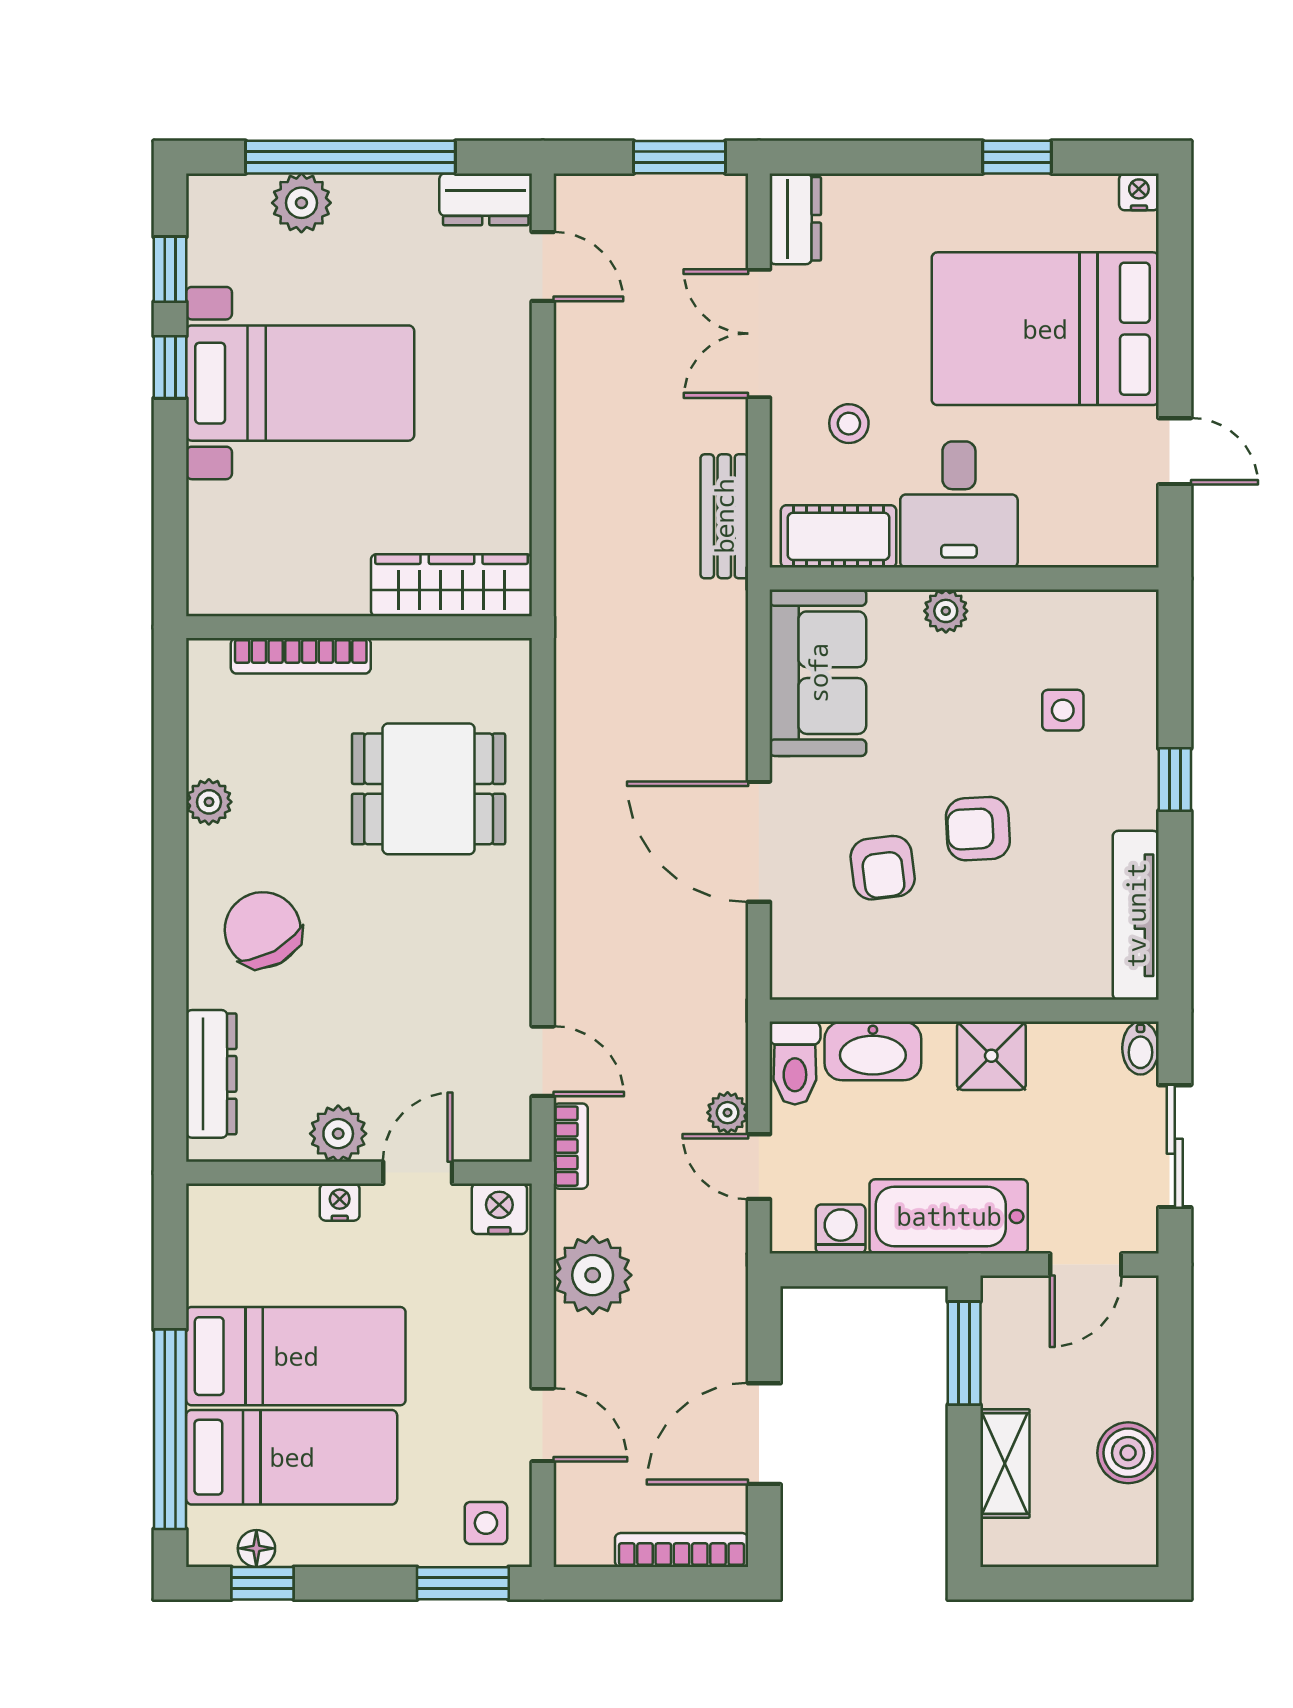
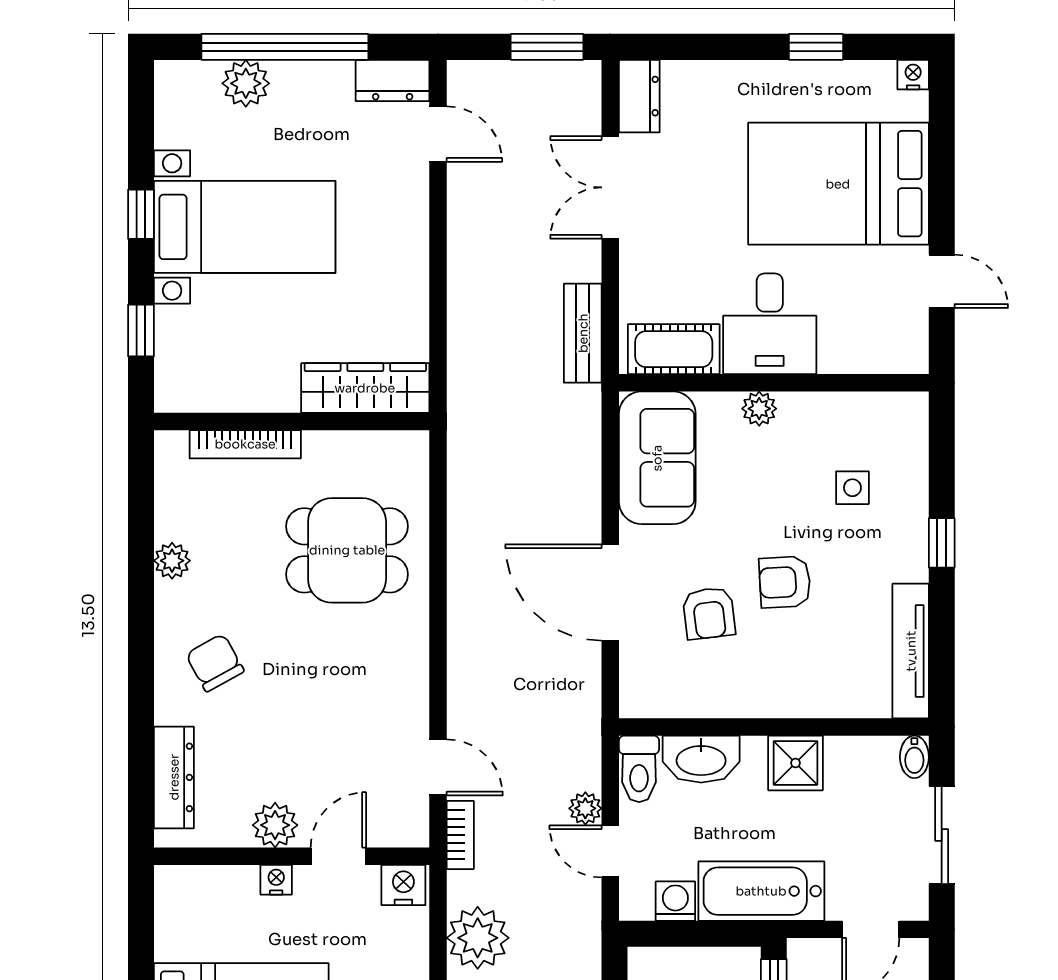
window: (170, 269) -> (141, 331), moved
stool: (849, 424) -> (682, 259), removed
chair: (263, 930) -> (215, 663), width x0.73, depth x0.73

